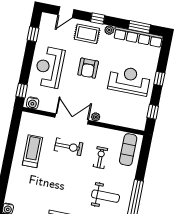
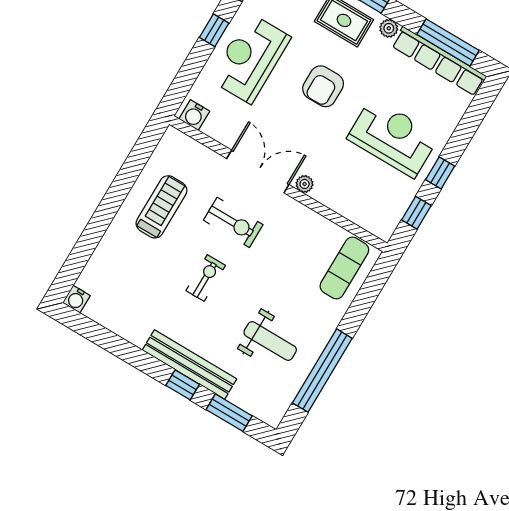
window: (139, 27) -> (448, 42), width x1.44
window: (159, 79) -> (440, 173), moved
window: (22, 91) -> (214, 30), moved
exercise bike: (100, 158) -> (206, 278), moved

